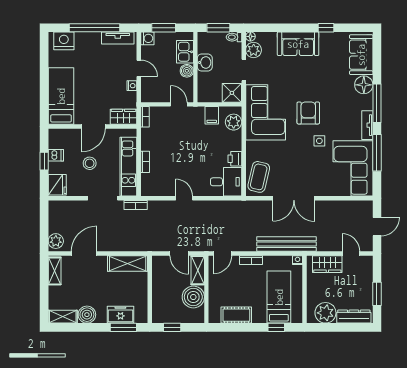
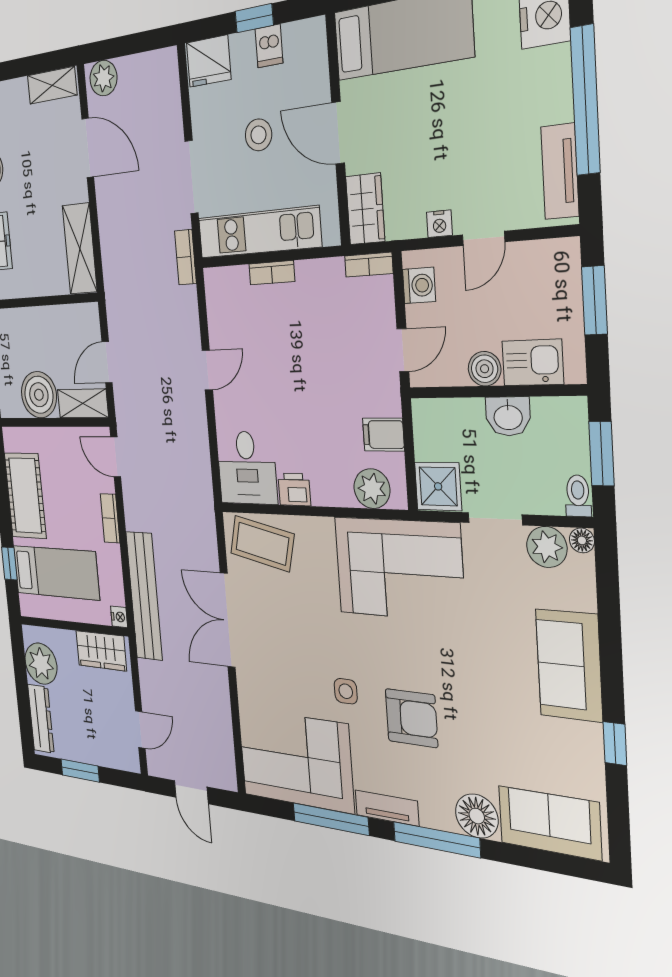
washing machine: (147, 38) -> (419, 285), moved, turned -90
armchair: (308, 113) -> (412, 718), moved
wardrobe: (327, 264) -> (101, 651), moved, turned -90
cot: (236, 315) -> (25, 496), width x1.37, depth x1.34

